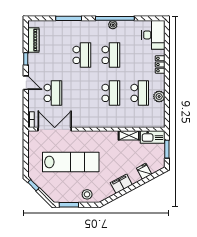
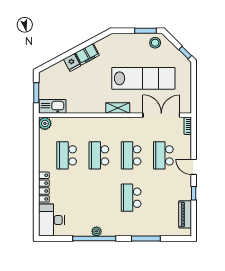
school desk: (111, 55) -> (131, 155), moved
locker: (160, 65) -> (44, 187), width x1.53
plant: (159, 96) -> (45, 123), moved
double door: (55, 129) -> (161, 115), swing flipped
shelving: (129, 135) -> (118, 108), moved
lab bench: (71, 162) -> (143, 78), turned 180
fridge: (144, 171) -> (72, 63), moved
stool: (87, 194) -> (155, 43), moved

